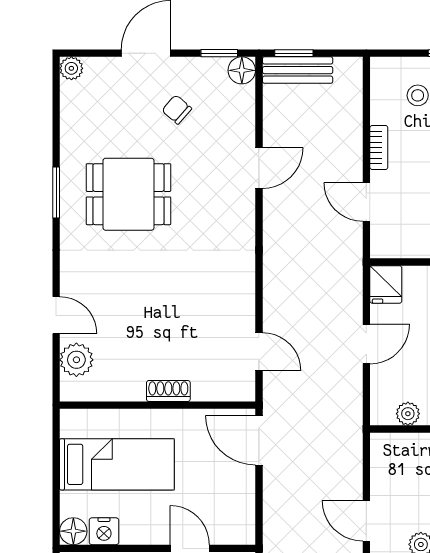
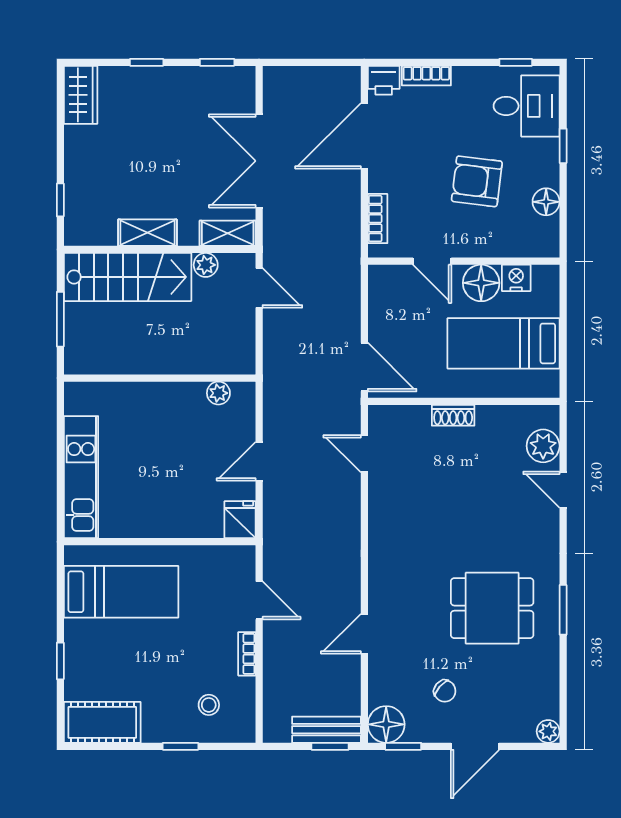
floor lamp: (242, 70) -> (386, 724), width x1.38, depth x1.38
floor lamp: (73, 531) -> (481, 283), moved, width x1.38, depth x1.38

